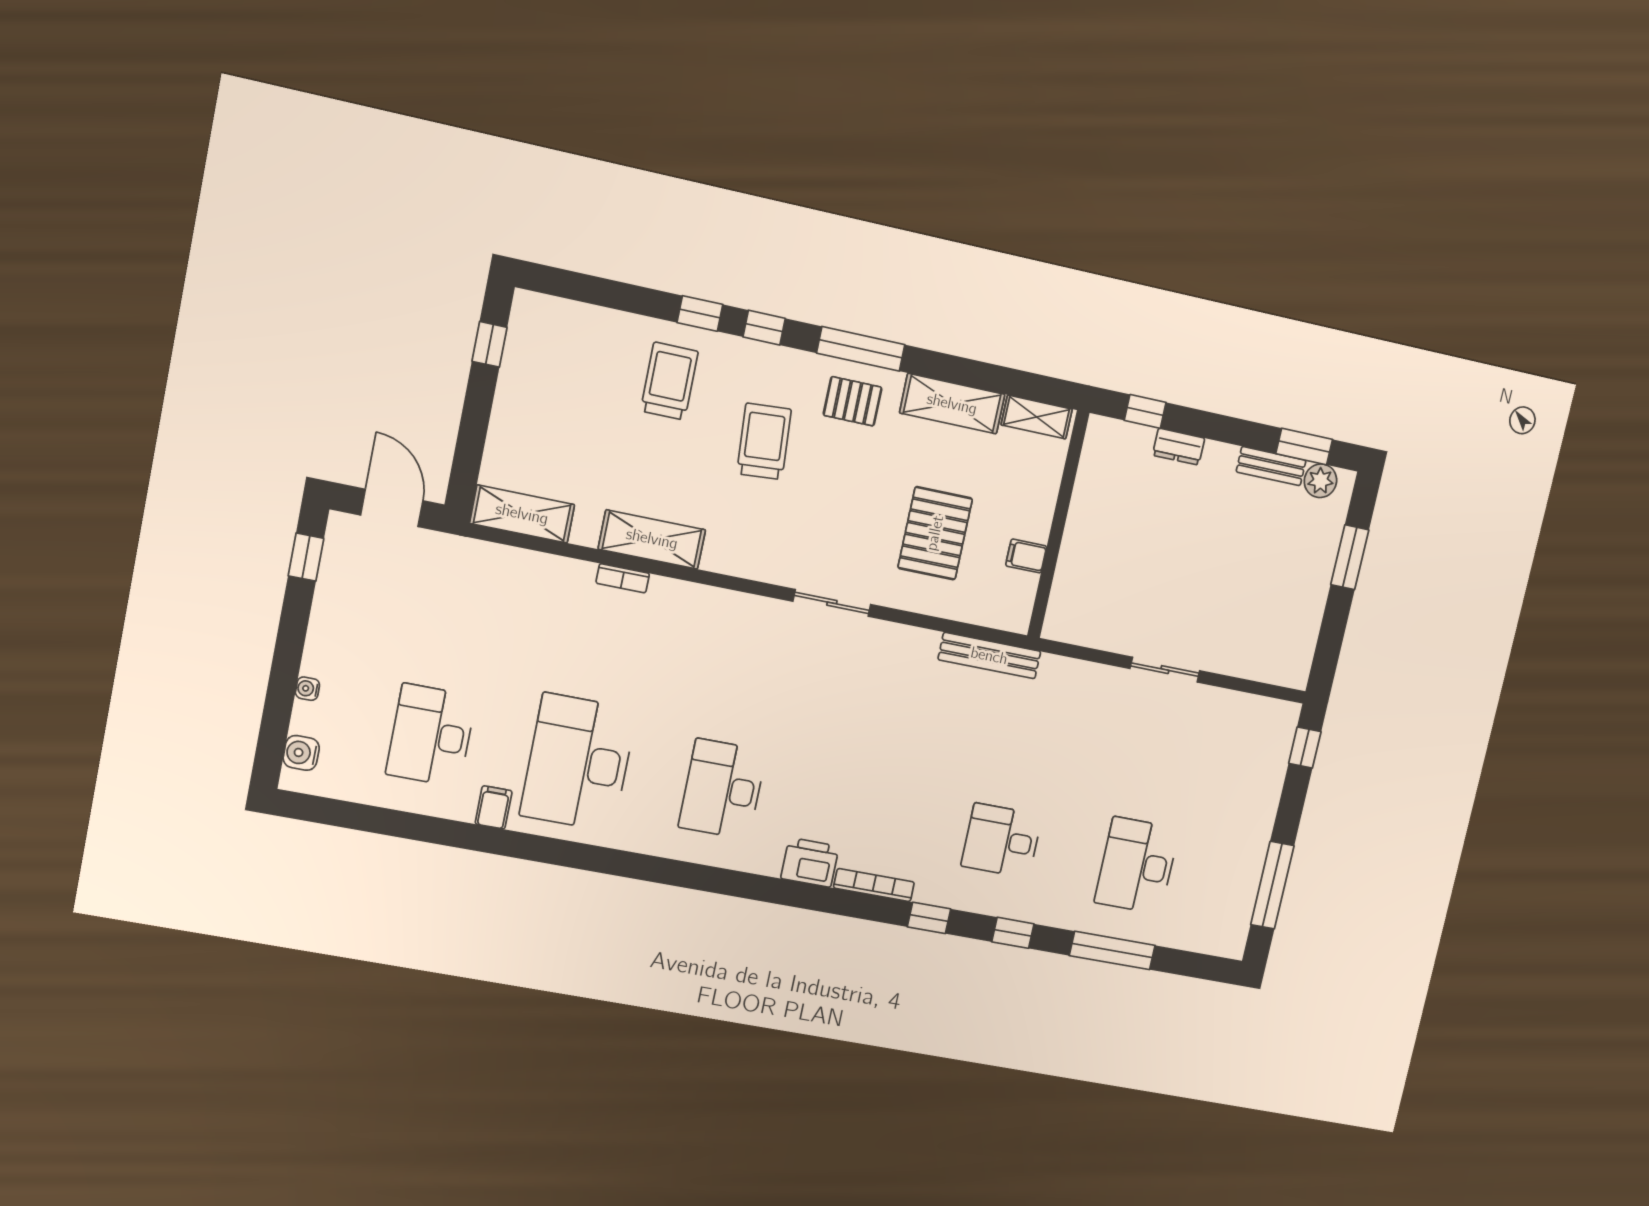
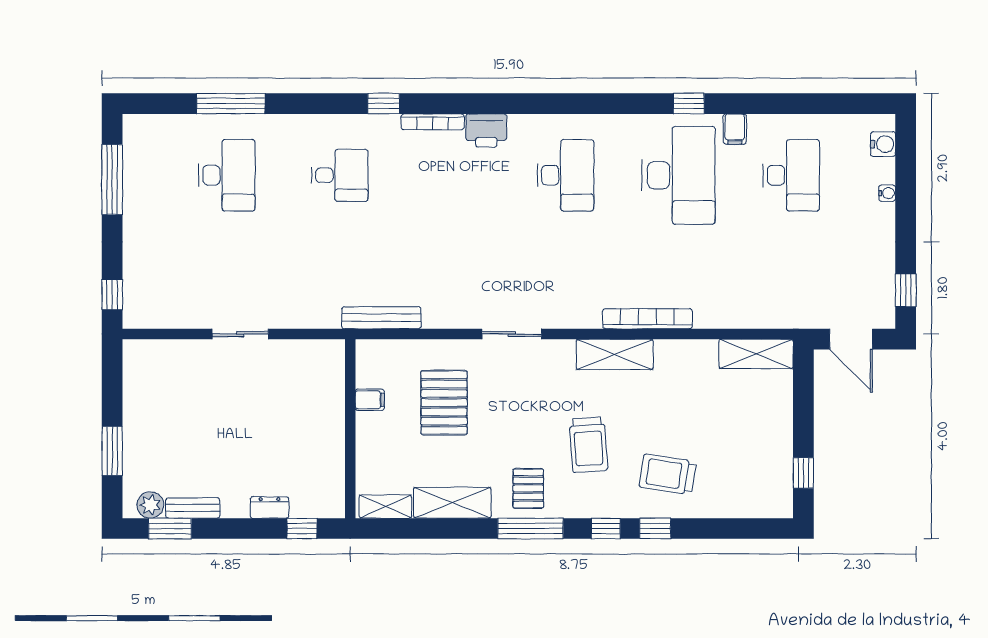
trolley: (669, 381) -> (668, 474), turned 99
pallet: (853, 401) -> (528, 488), turned 90
shelving: (652, 539) -> (615, 354), moved
bookcase: (623, 578) -> (647, 319), width x2.31, depth x1.31
window: (1013, 933) -> (689, 104), moved

